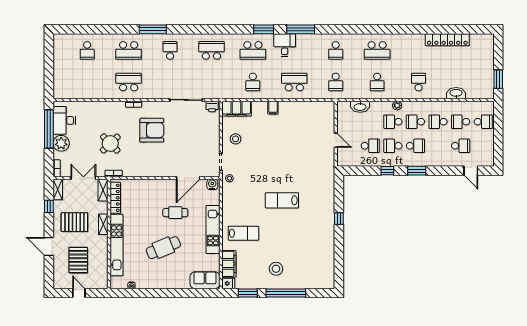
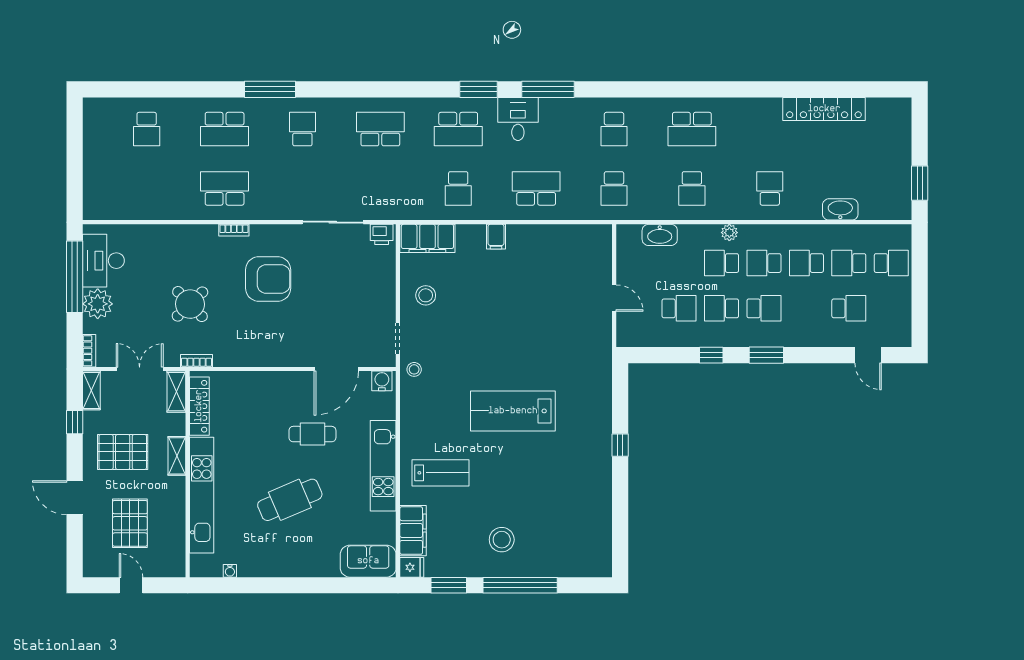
lab bench: (282, 200) -> (513, 411), width x1.36, depth x1.39

